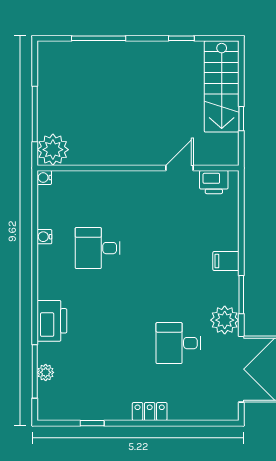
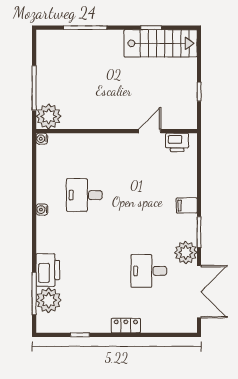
stairs: (222, 86) -> (161, 43), moved, turned -90
water cooler: (44, 237) -> (42, 210), moved
printer: (52, 321) -> (48, 270), moved
plant: (46, 372) -> (49, 300), width x1.87, depth x1.87

